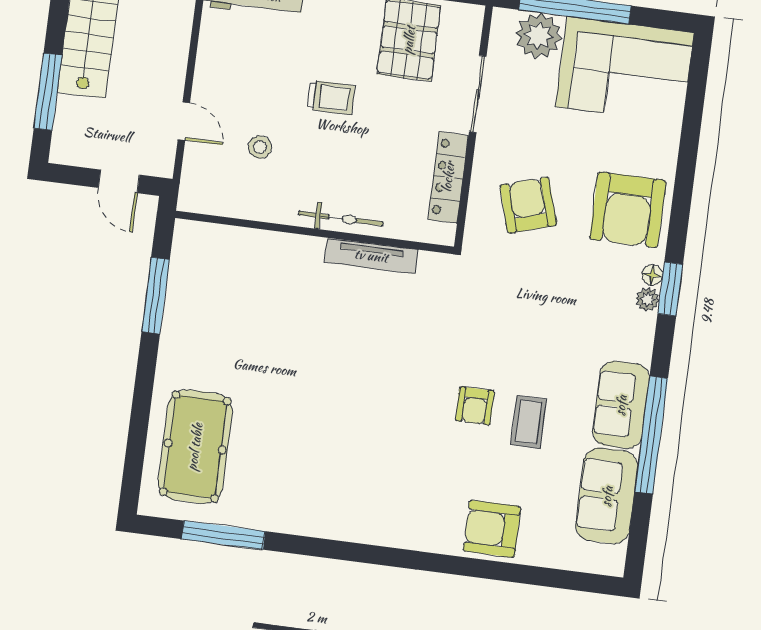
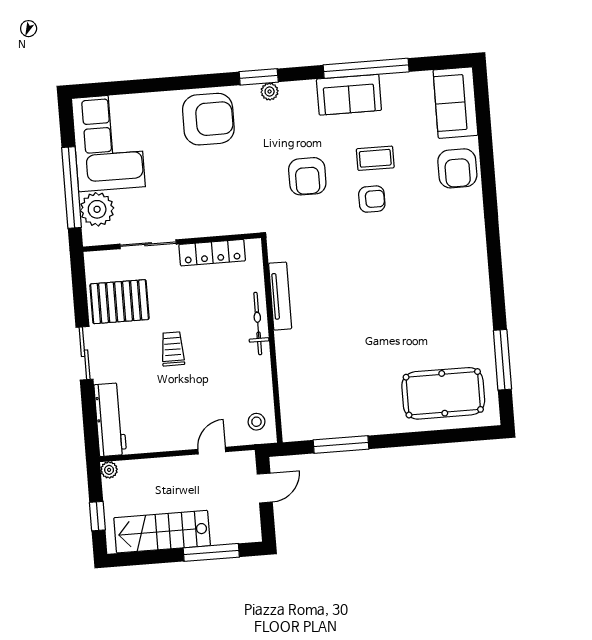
stool: (260, 147) -> (256, 422), moved
armchair: (528, 205) -> (307, 176), moved, turned -73
floor lamp: (652, 275) -> (251, 92), removed
sofa: (607, 496) -> (455, 103), moved, turned 90

